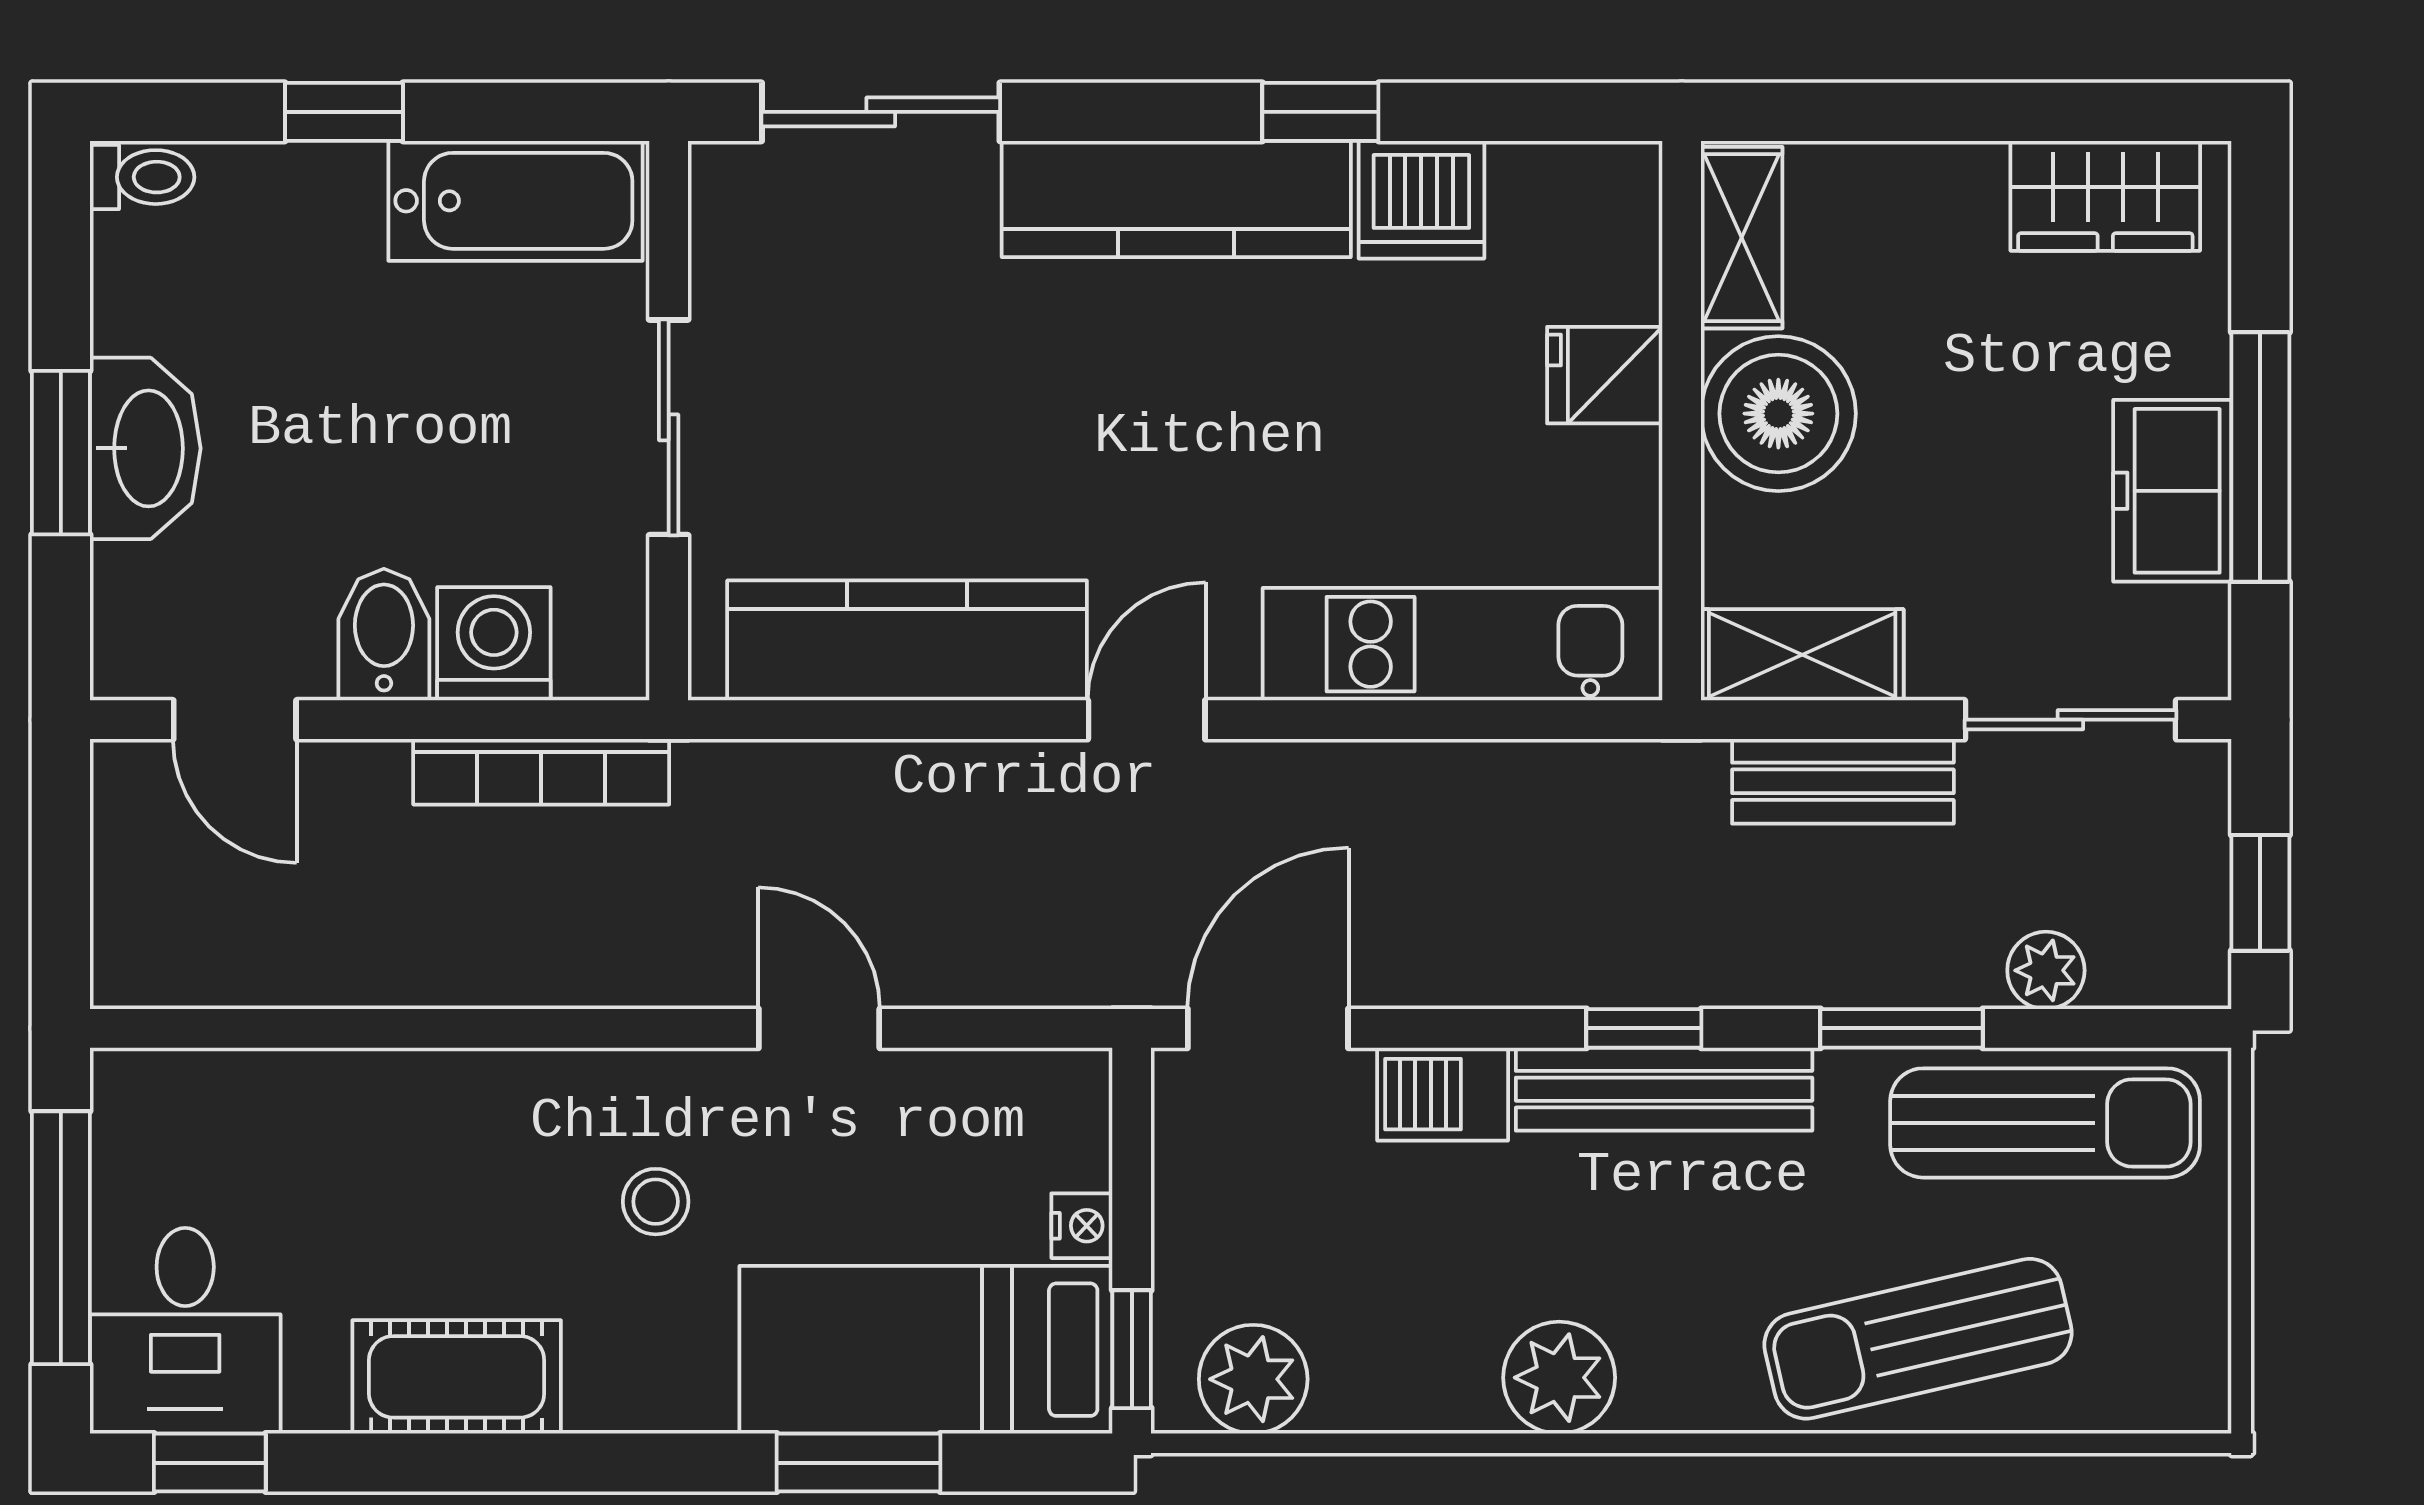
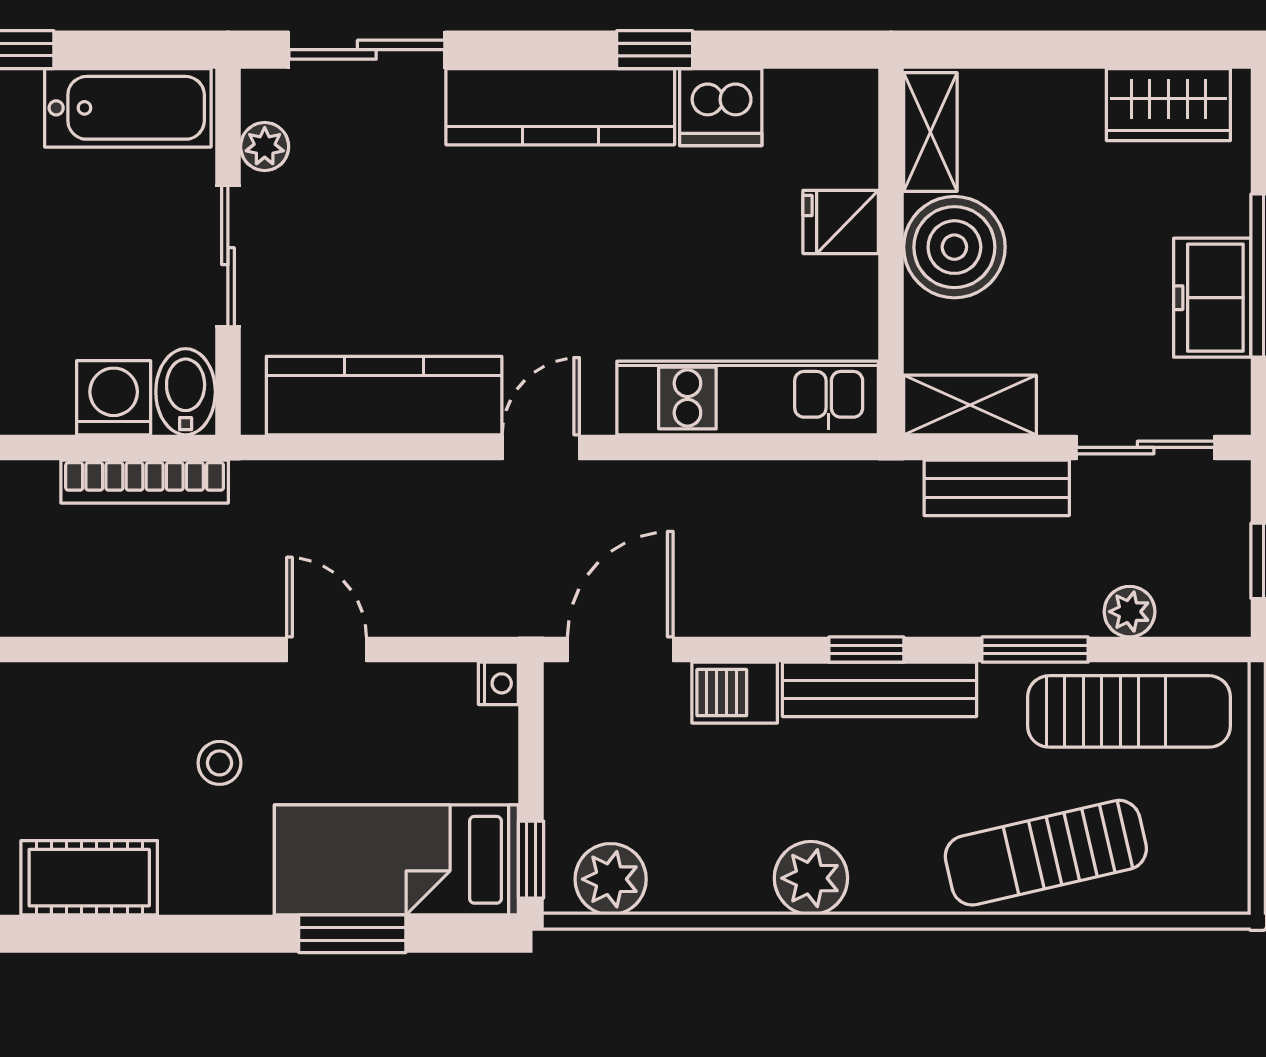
plant: (725, 260) -> (265, 147), added
bidet: (384, 635) -> (186, 392), moved
nightstand: (1082, 1226) -> (498, 683), moved

